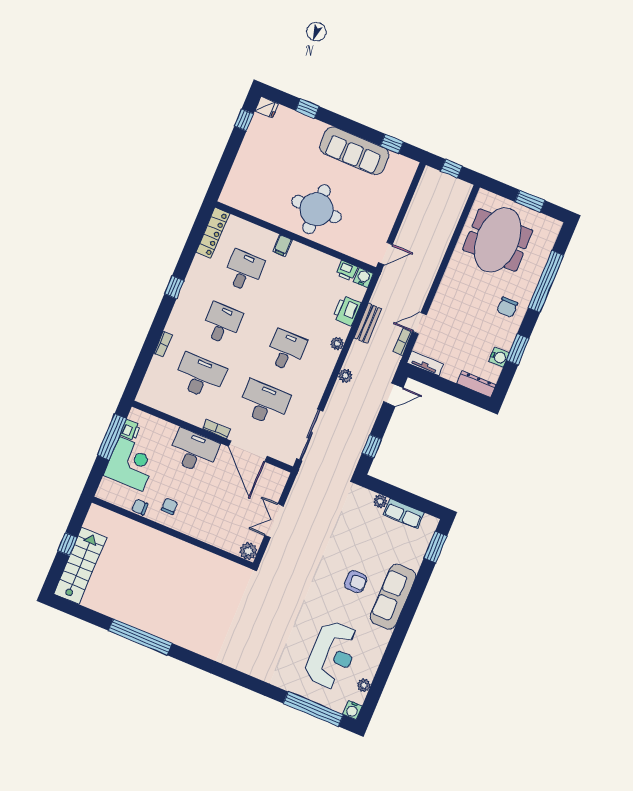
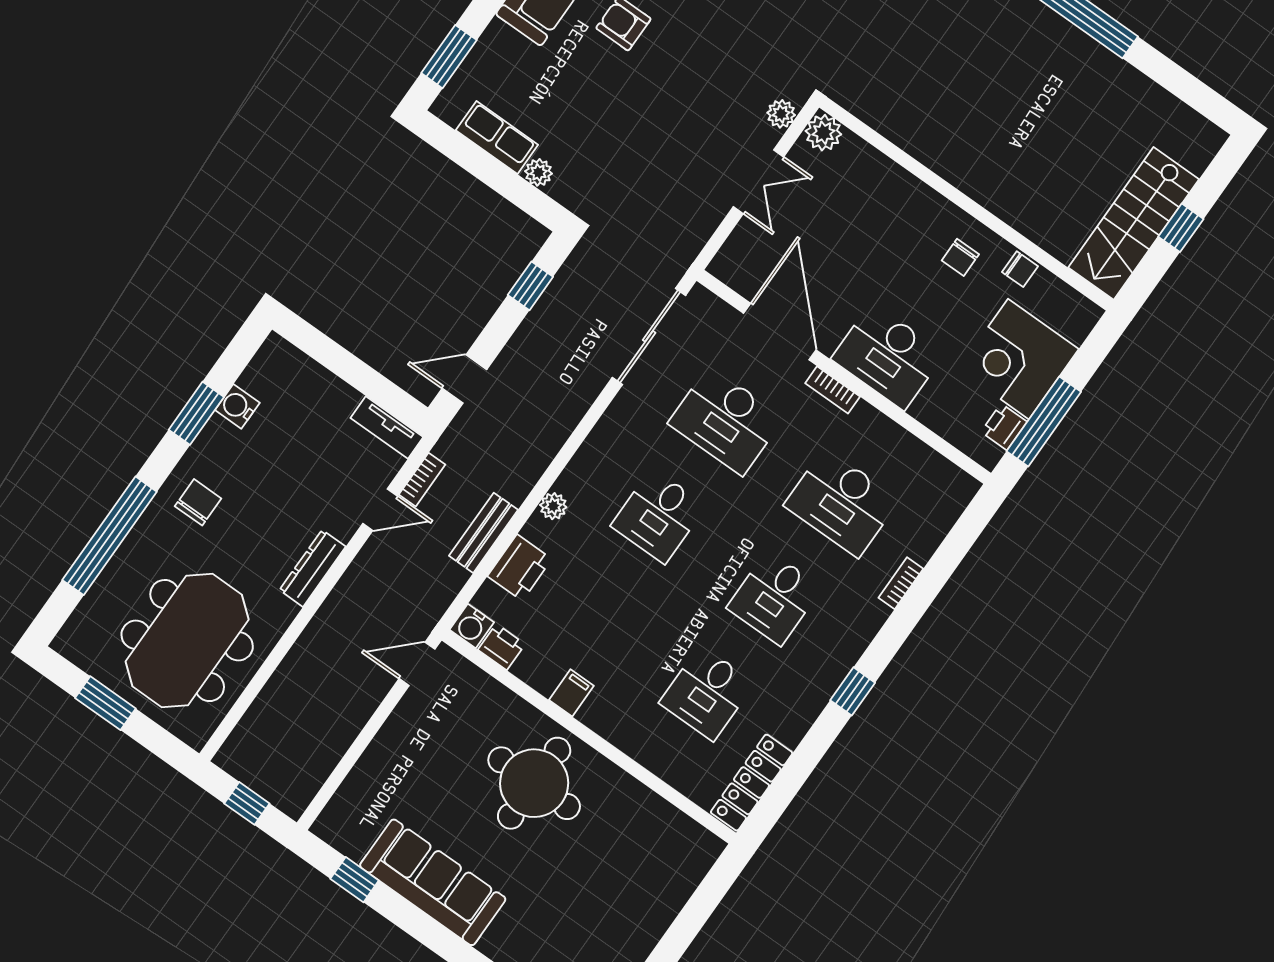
filing cabinet: (283, 245) -> (571, 693), moved
plant: (345, 376) -> (781, 114), moved
dresser: (477, 384) -> (313, 568), moved, turned 90
stairs: (80, 566) -> (1134, 223), moved

